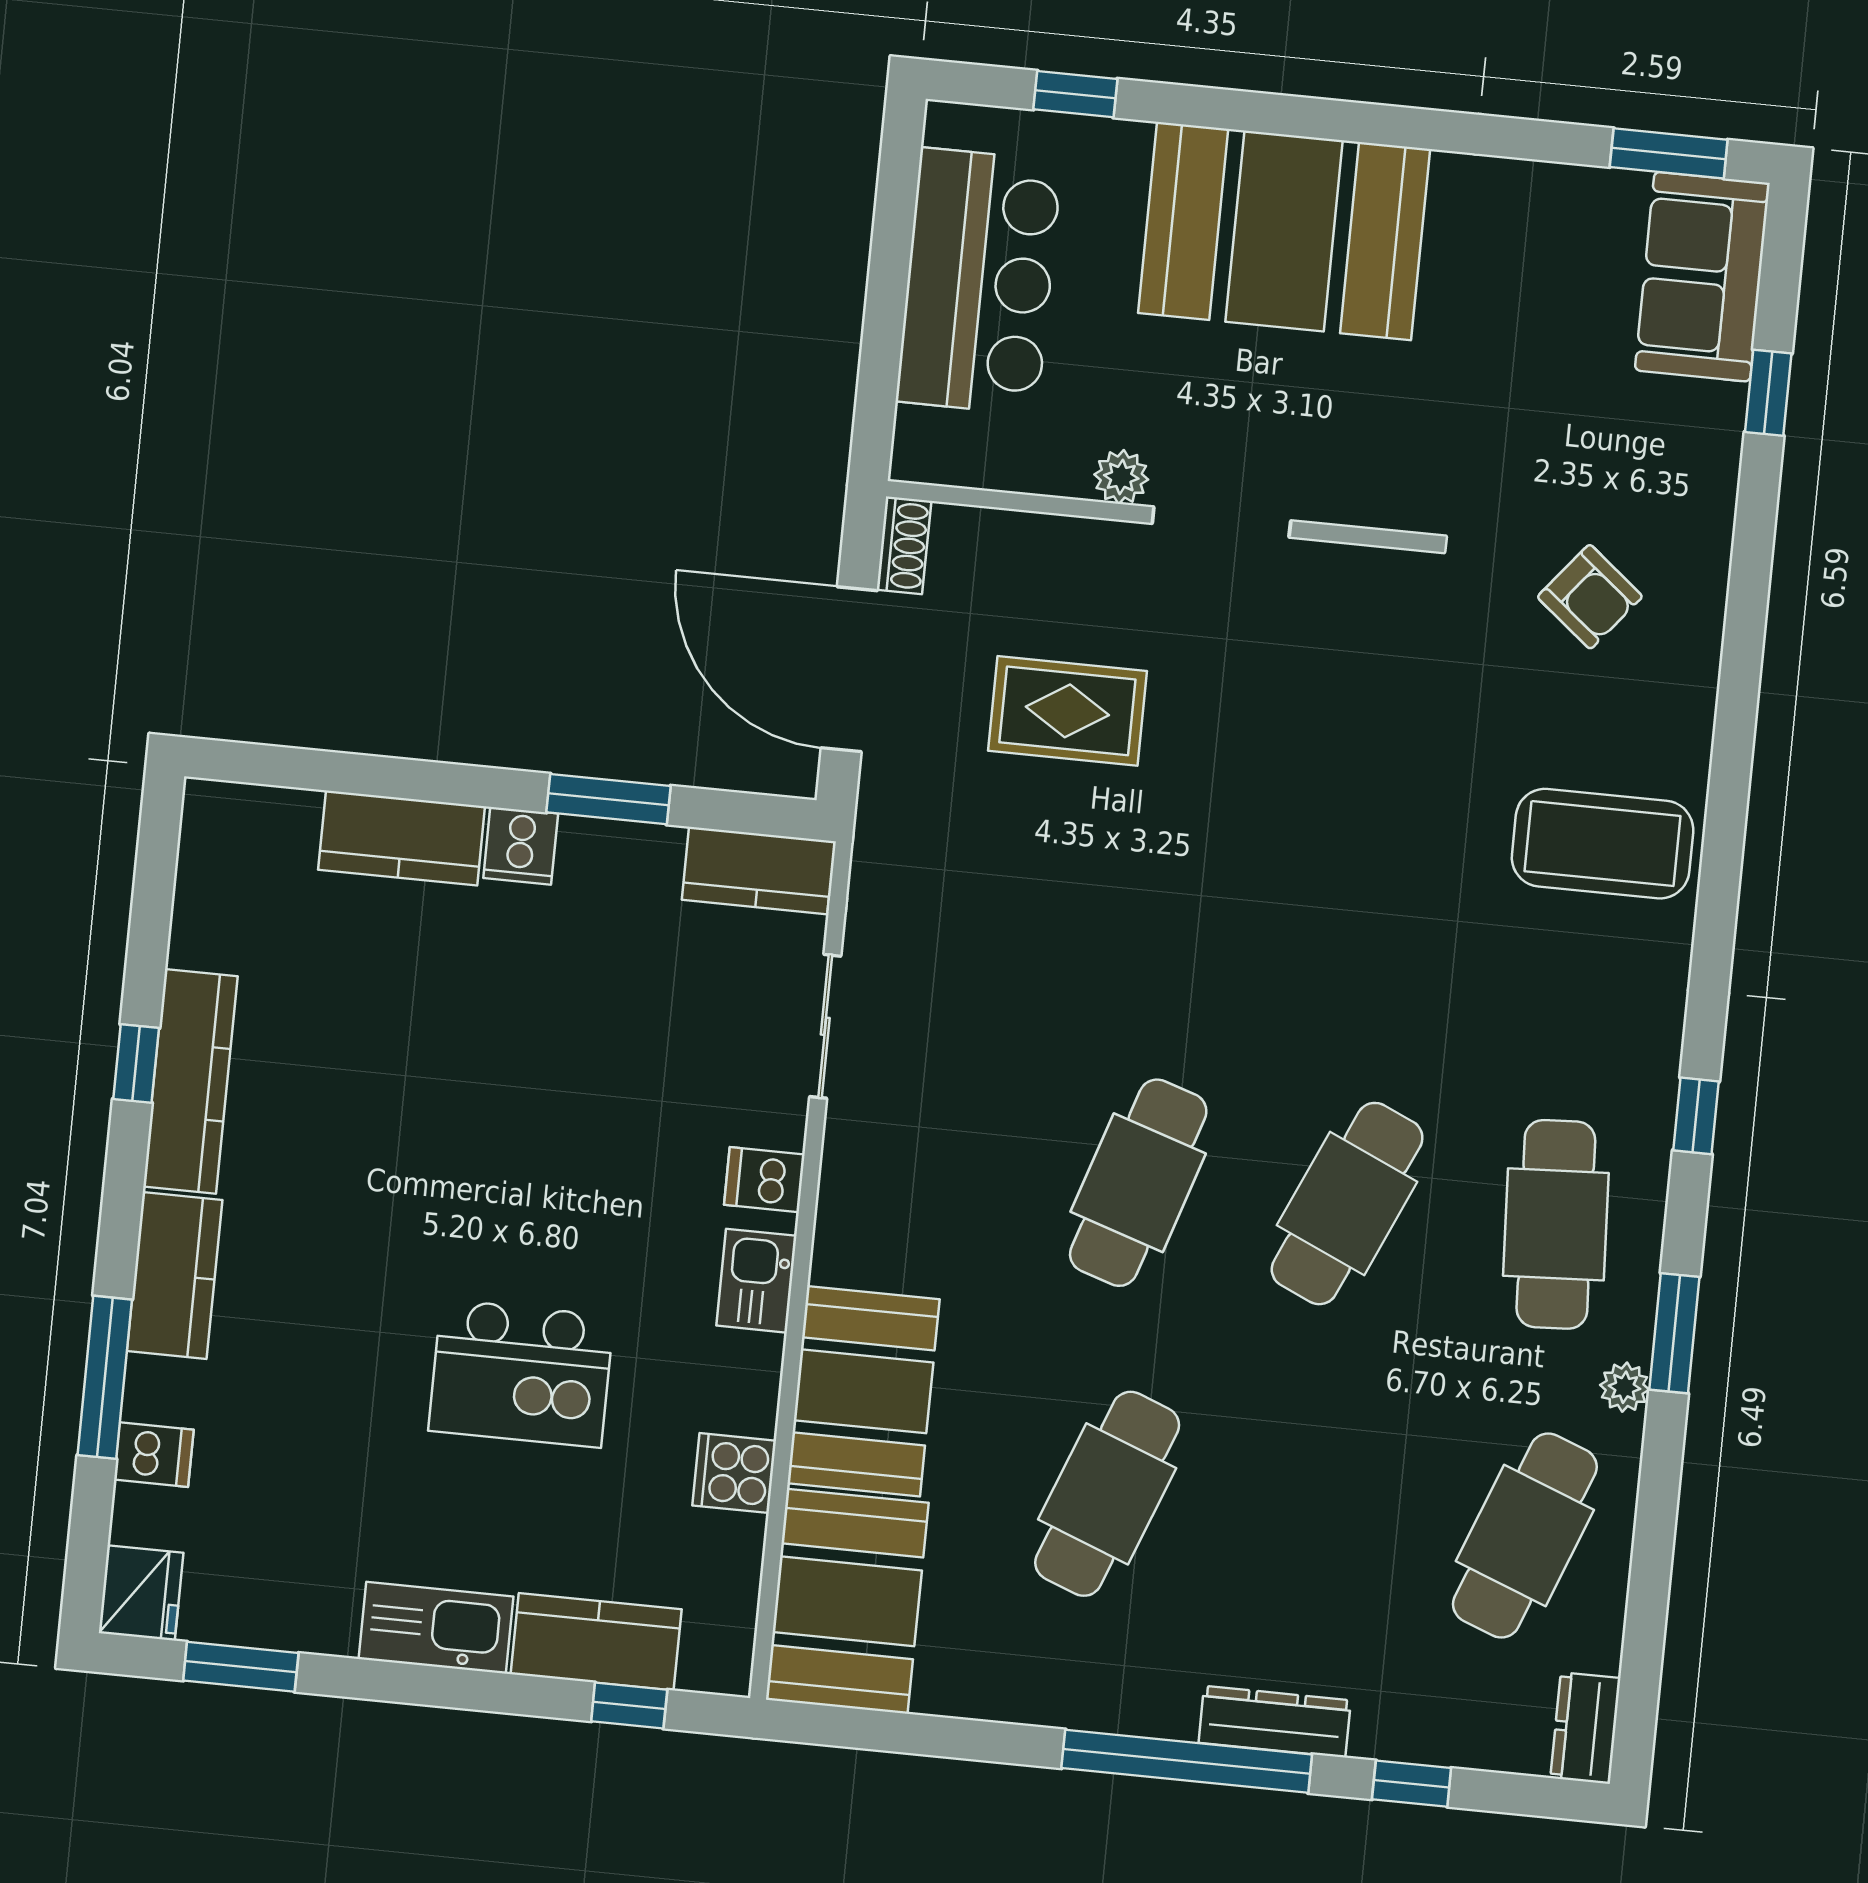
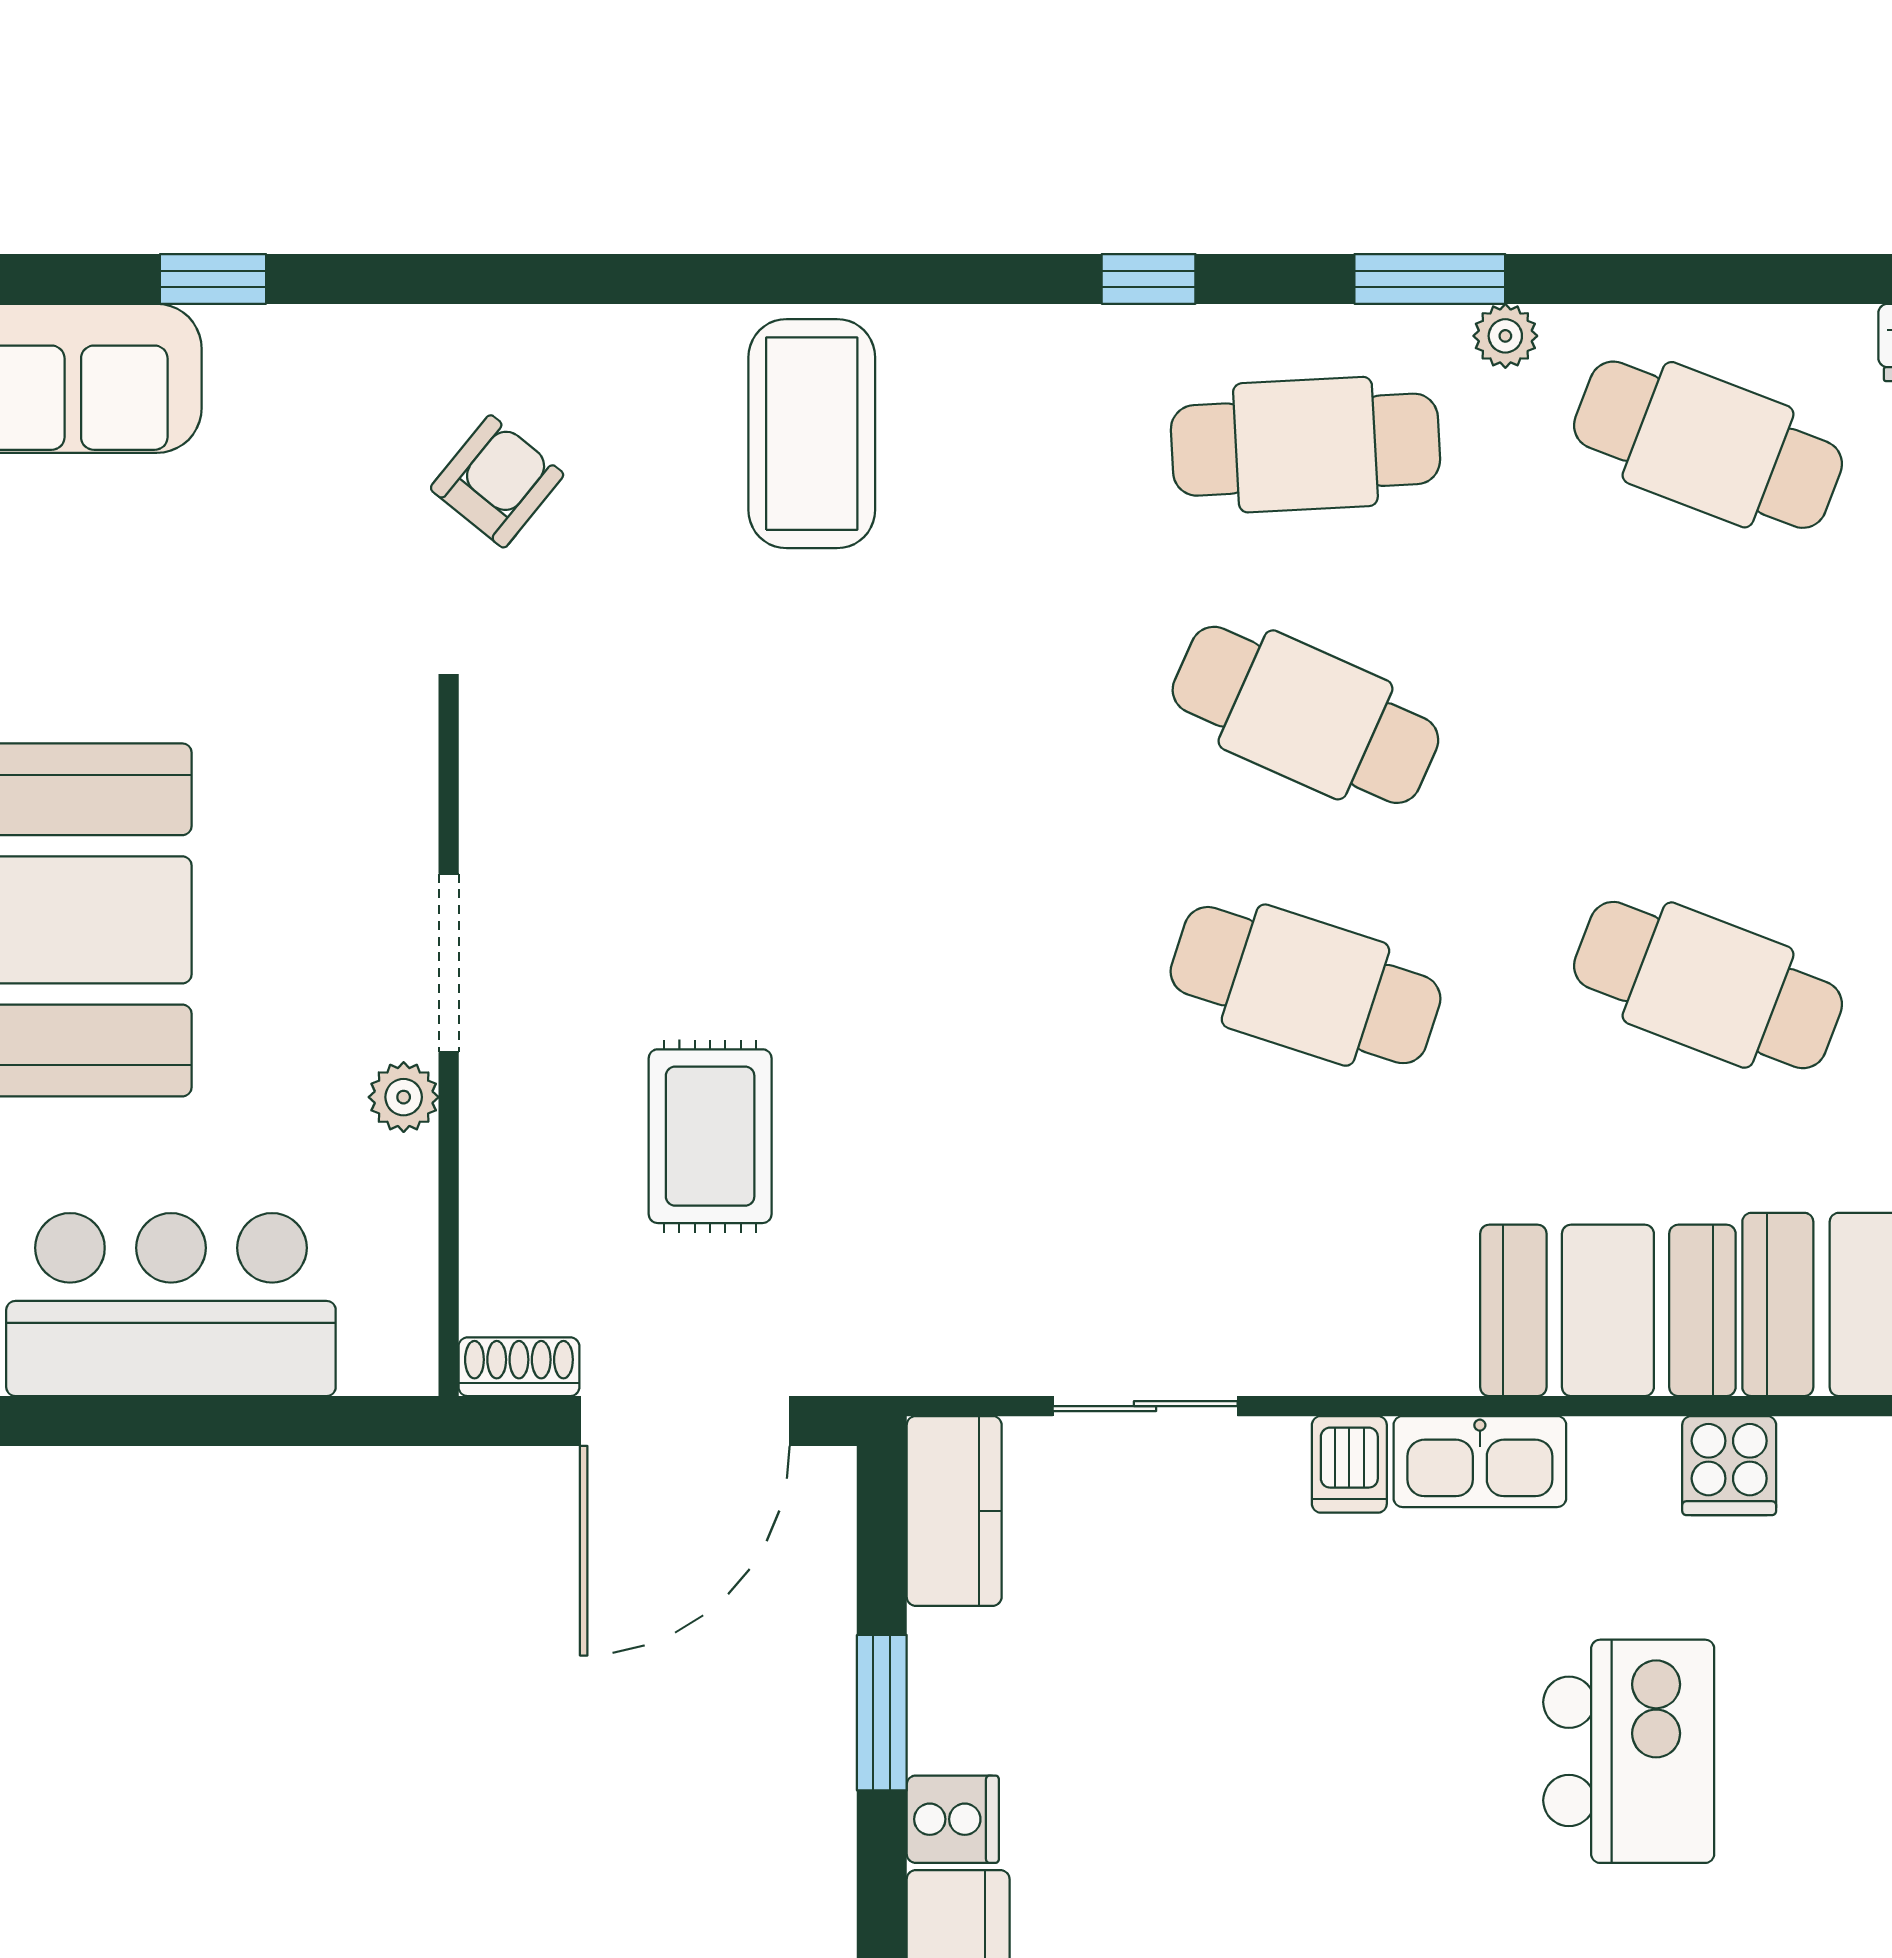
kitchen sink: (757, 1281) -> (1480, 1462), width x1.38

